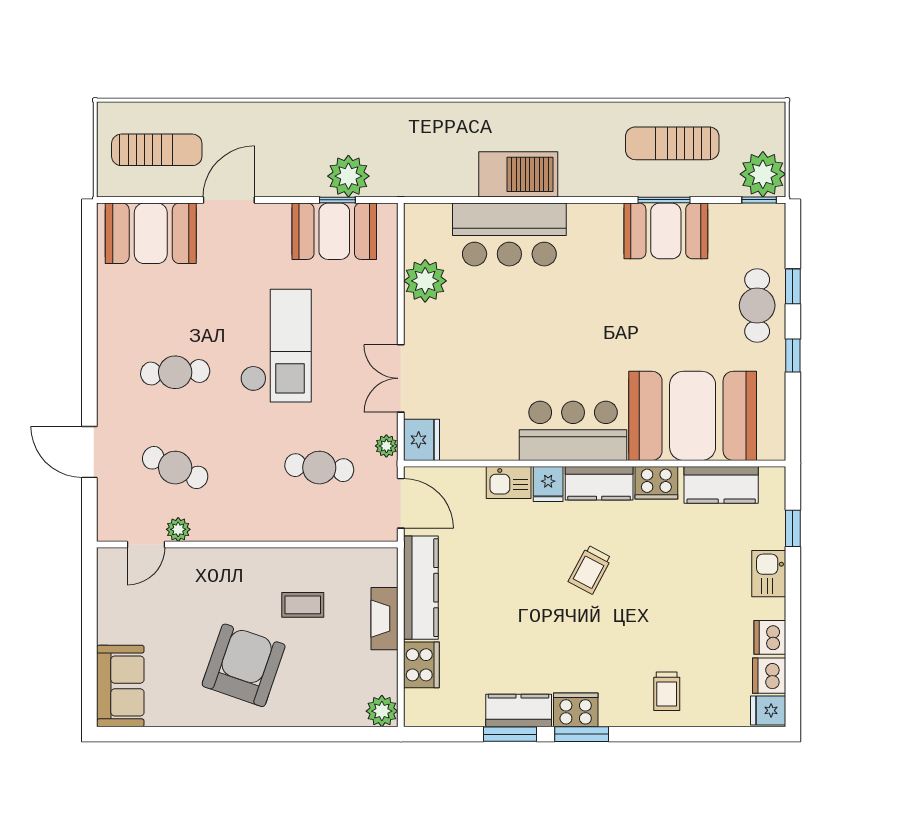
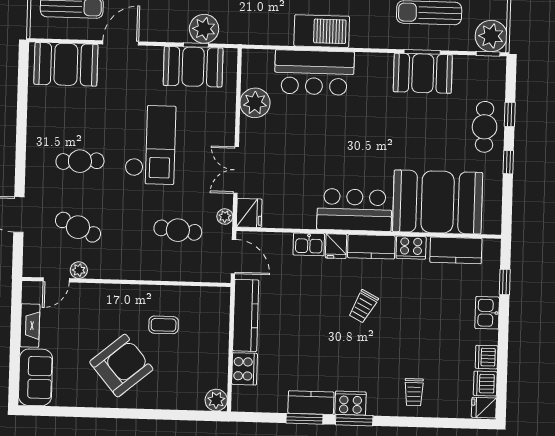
fireplace: (384, 619) -> (30, 326), moved, turned 180
armchair: (244, 665) -> (121, 366), turned 31

